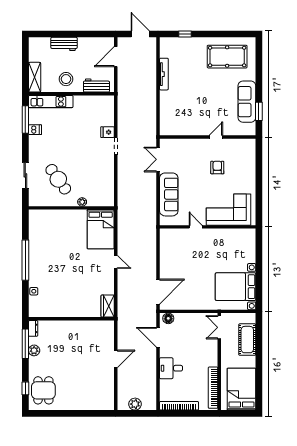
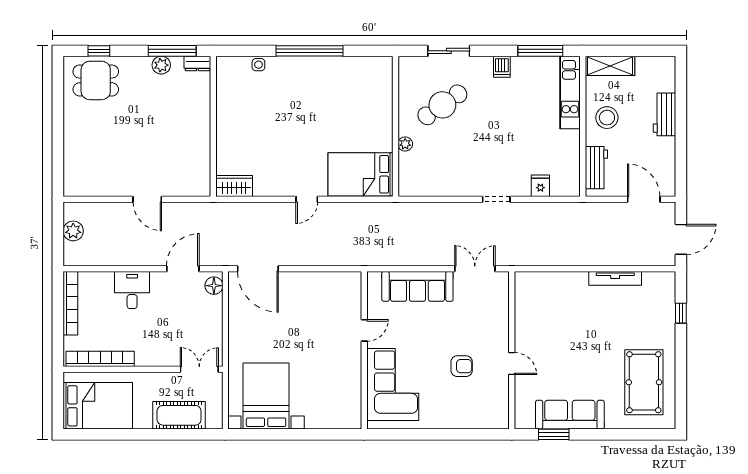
dishwasher: (35, 130) -> (502, 67), moved
fridge: (108, 132) -> (540, 186), moved

